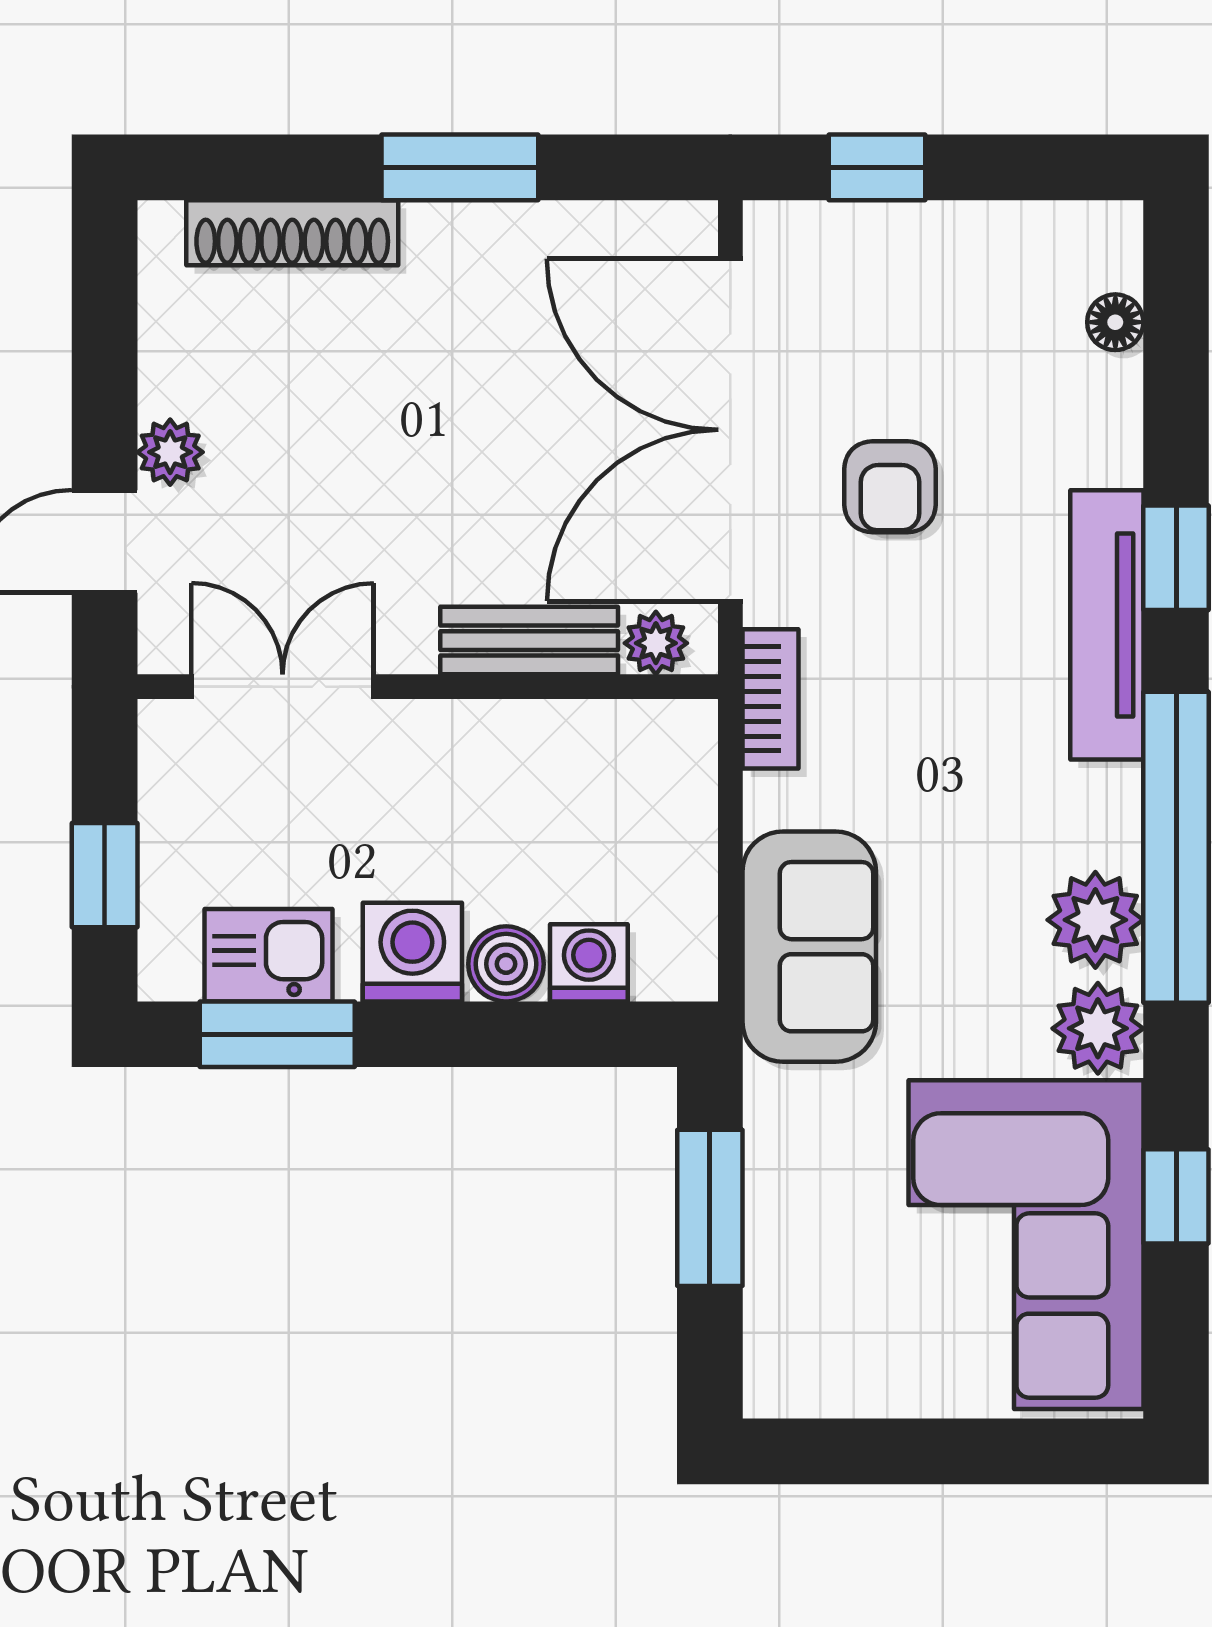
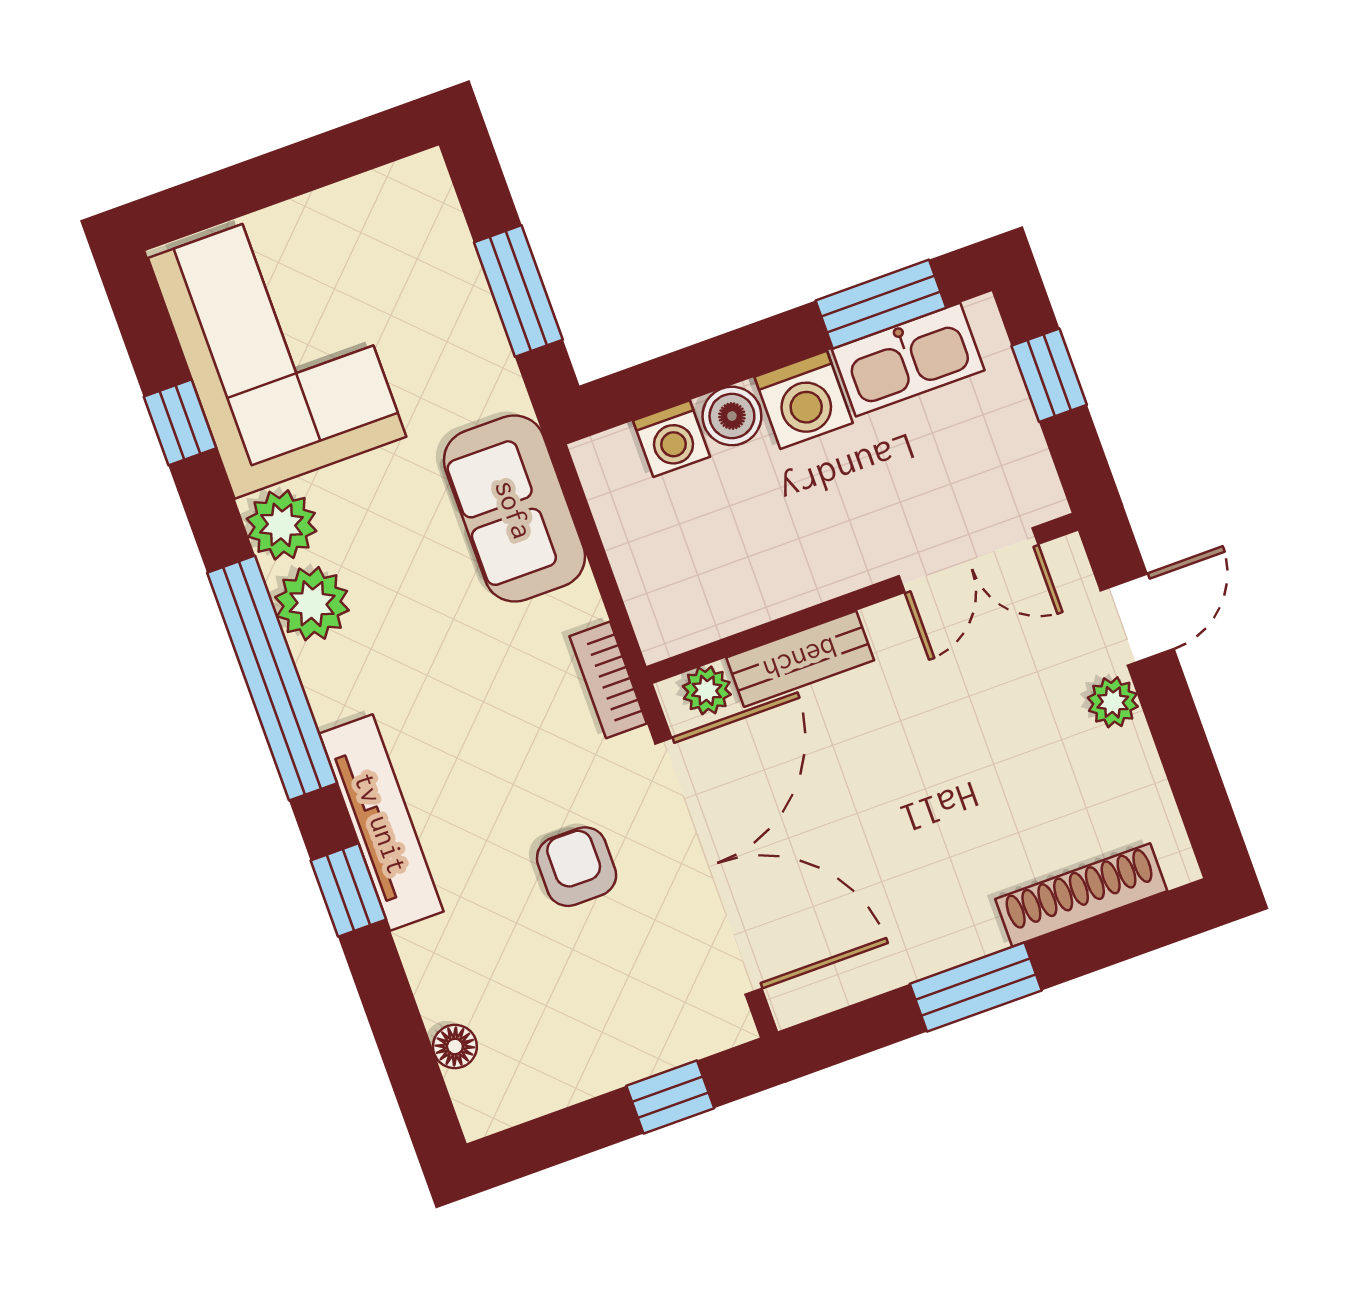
kitchen sink: (269, 955) -> (908, 360), width x1.38

